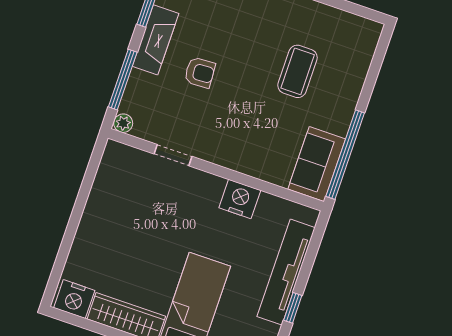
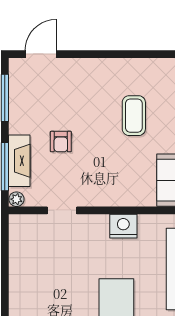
fireplace: (156, 40) -> (19, 161), moved
armchair: (200, 72) -> (61, 142), turned 93

